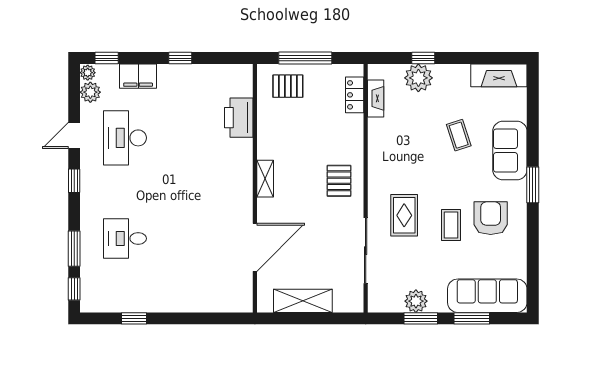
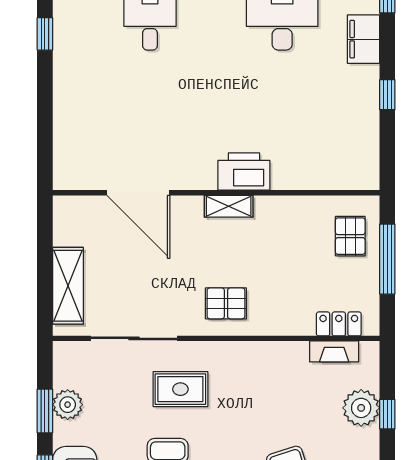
printer: (239, 118) -> (244, 172), moved
shelving: (303, 301) -> (68, 286), moved

